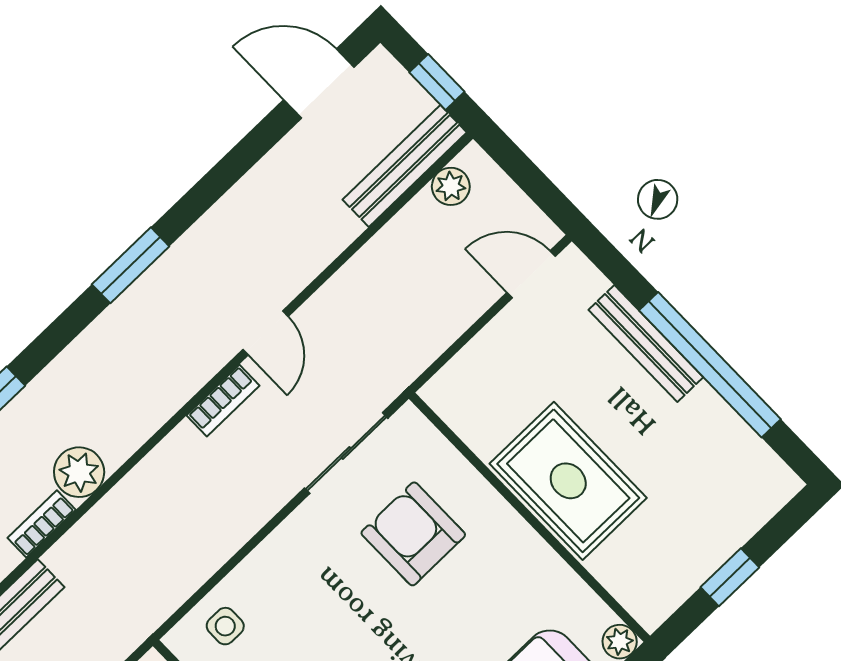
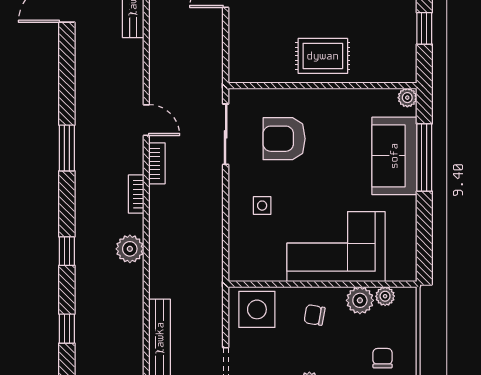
rug: (568, 481) -> (323, 56), width x0.73, depth x0.70
bookcase: (42, 524) -> (136, 194), moved
side table: (225, 626) -> (262, 206), moved

